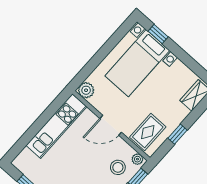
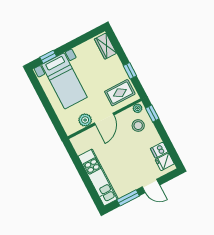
plant: (86, 90) -> (85, 120), moved
kitchen unit: (57, 126) -> (98, 178), moved
rug: (148, 132) -> (120, 93), turned 90

